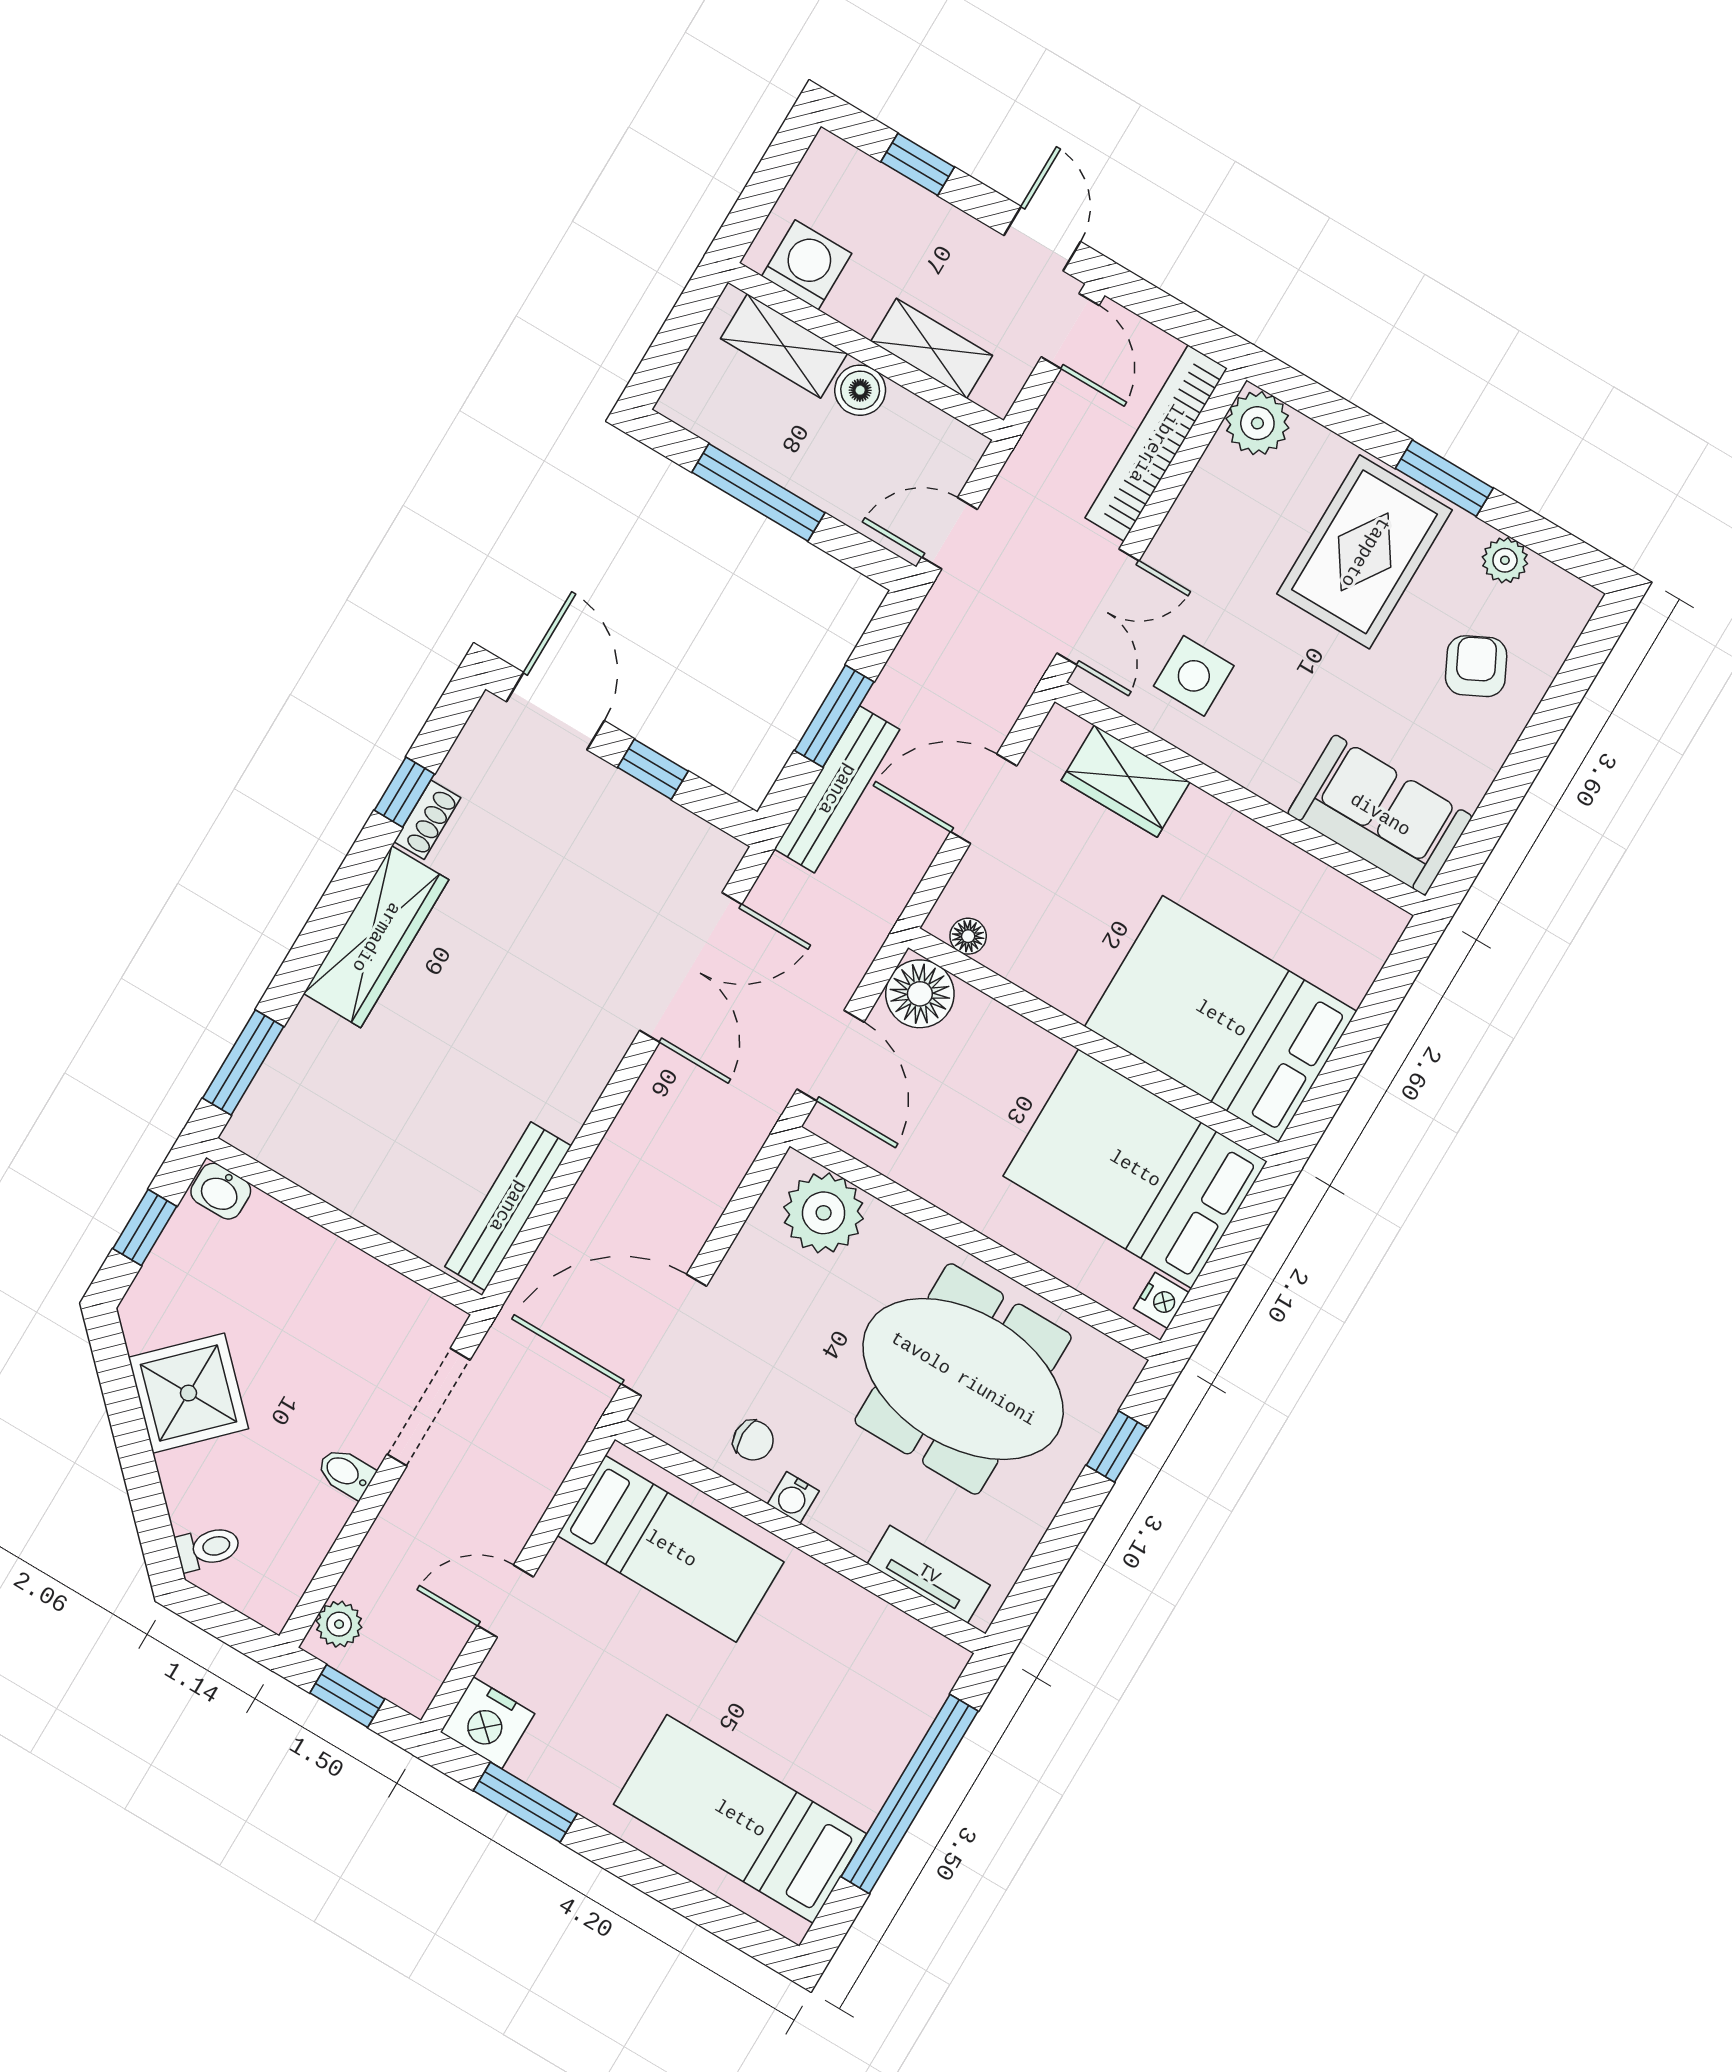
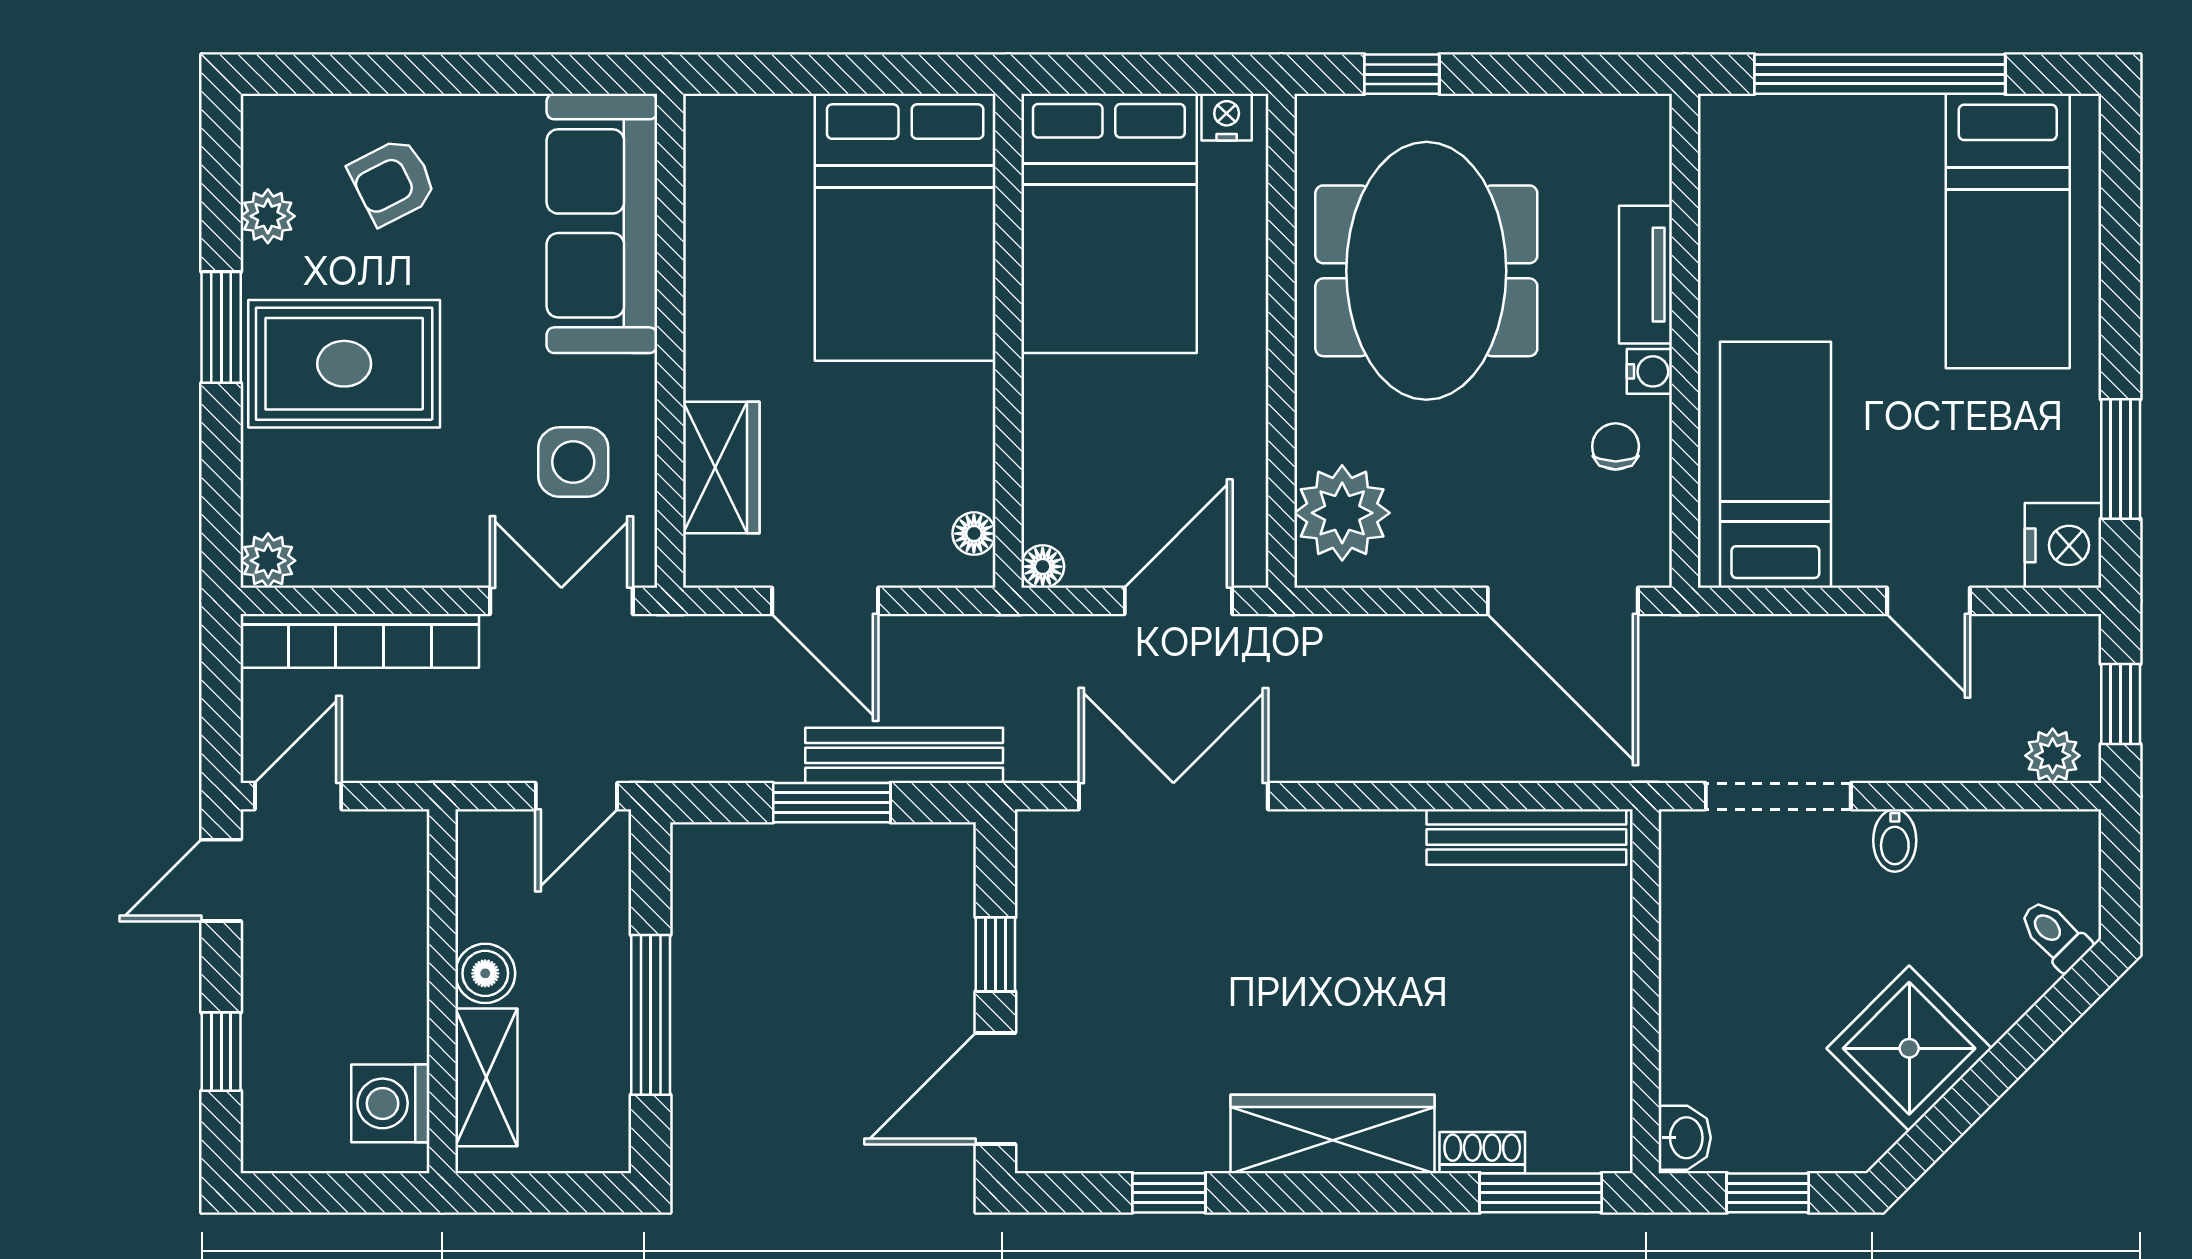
shelving: (932, 348) -> (400, 926), removed
plant: (1257, 423) -> (268, 561), width x0.73, depth x0.73
door: (950, 533) -> (576, 796), hinge flipped
sofa: (1380, 815) -> (602, 223), width x1.36
shoe rack: (427, 820) -> (1482, 1153), moved
floor lamp: (920, 994) -> (1043, 567), width x0.53, depth x0.53
tv unit: (929, 1574) -> (1645, 275), moved

